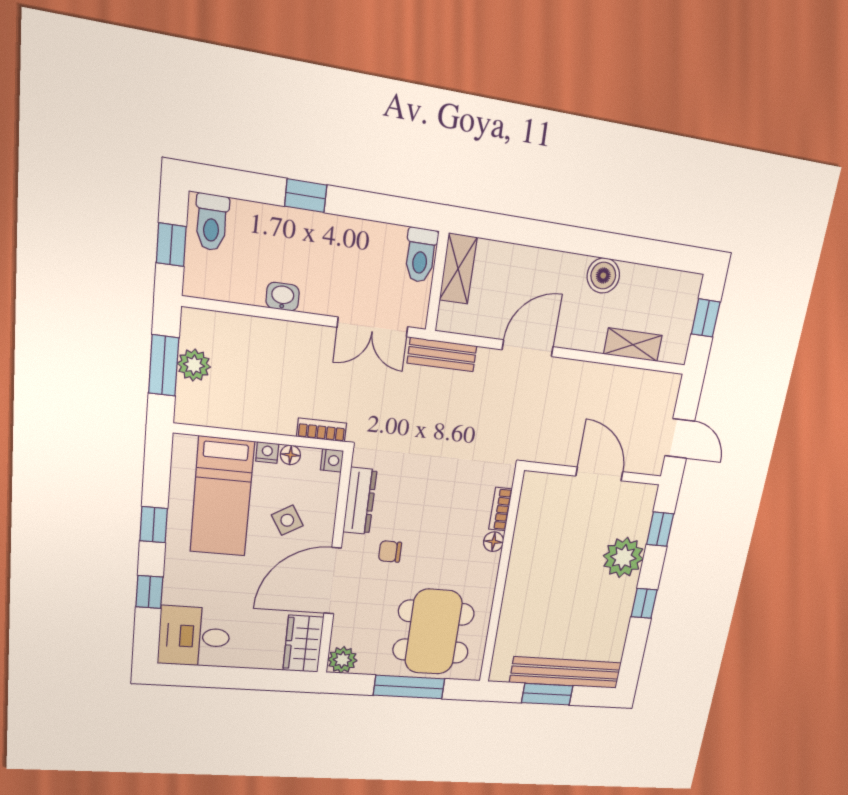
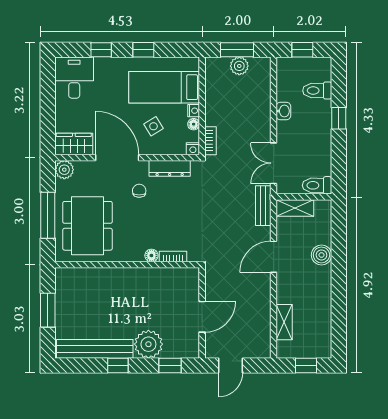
toilet: (212, 222) -> (317, 91), moved
shelving: (458, 269) -> (295, 208), moved
boiler: (603, 276) -> (321, 255), moved
door: (528, 348) -> (274, 257), swing flipped
dining table: (434, 632) -> (87, 226), turned 90
bench: (566, 673) -> (95, 349), moved, turned 90

